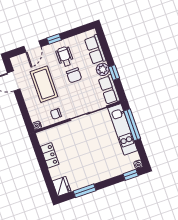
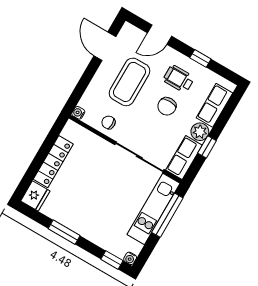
window: (54, 39) -> (200, 58), moved
wheelchair: (65, 57) -> (179, 79), turned -90
locker: (50, 155) -> (53, 162), width x1.53
window: (85, 191) -> (64, 232), moved

